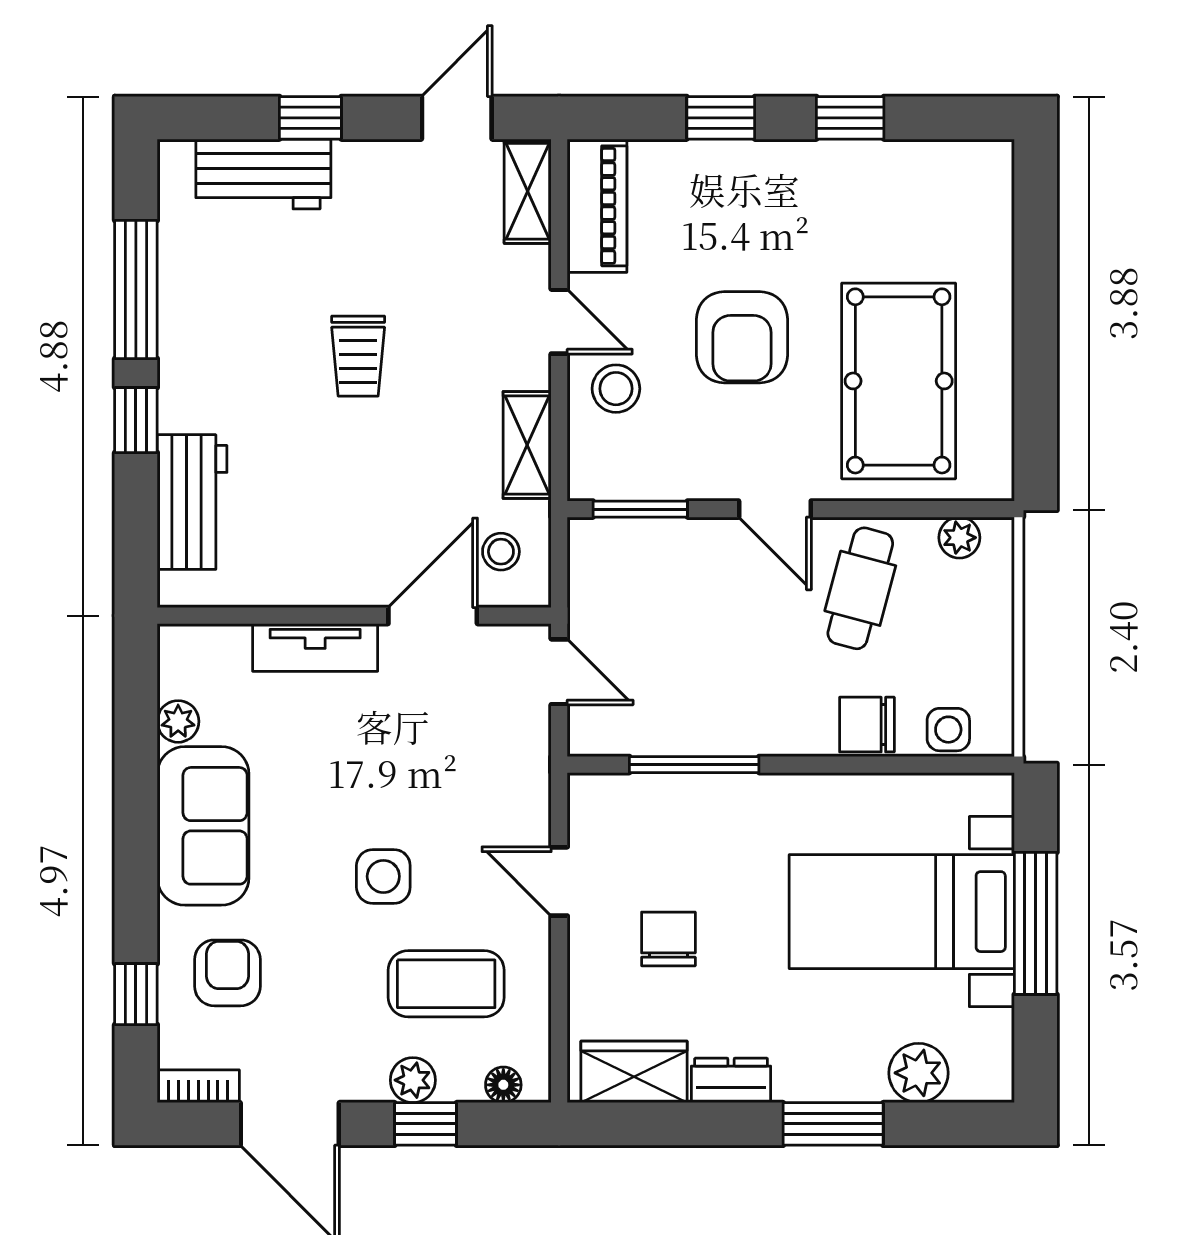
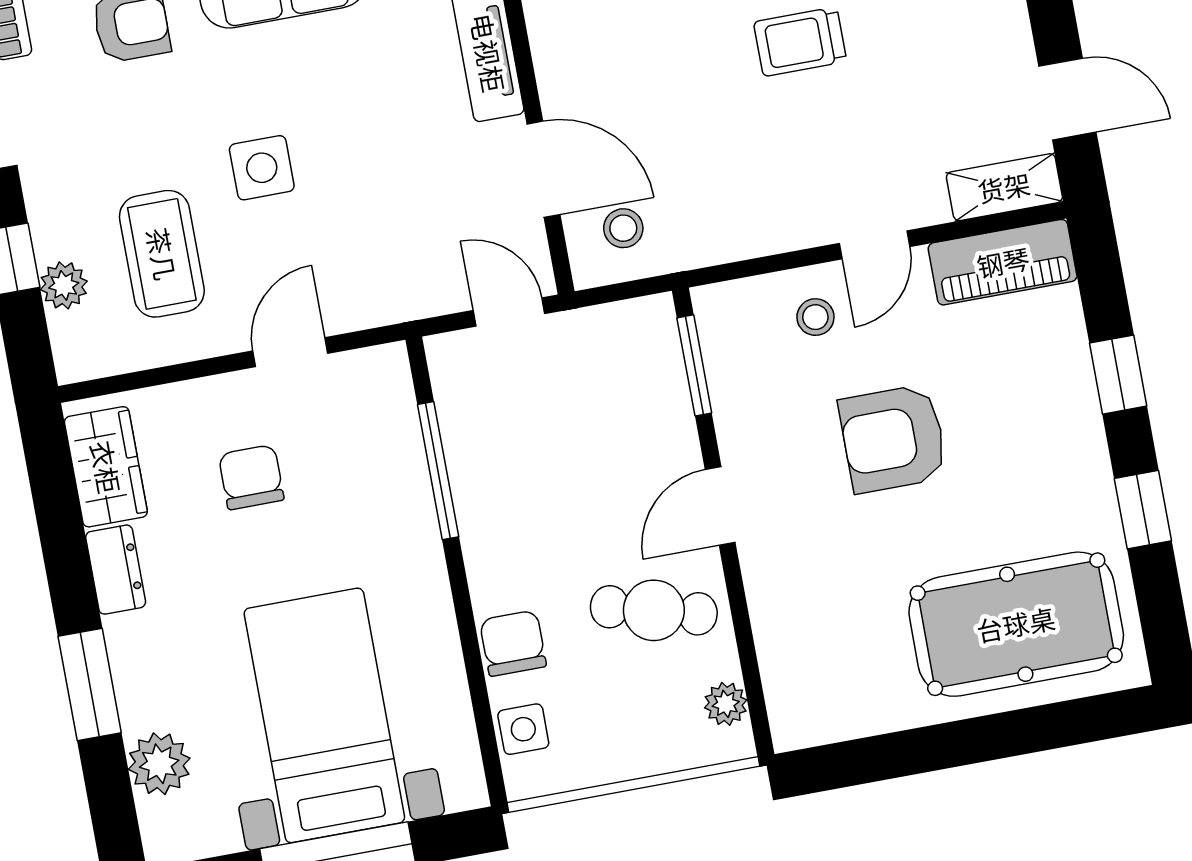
pool table: (899, 381) -> (1016, 624), moved
stool: (616, 389) -> (815, 317), width x0.73, depth x0.73
shelving: (527, 445) -> (740, 235), removed
door: (559, 672) -> (509, 312), swing flipped
chair: (668, 939) -> (251, 477), turned -90
plant: (413, 1080) -> (64, 285), moved
floor lamp: (503, 1085) -> (67, 333), removed

